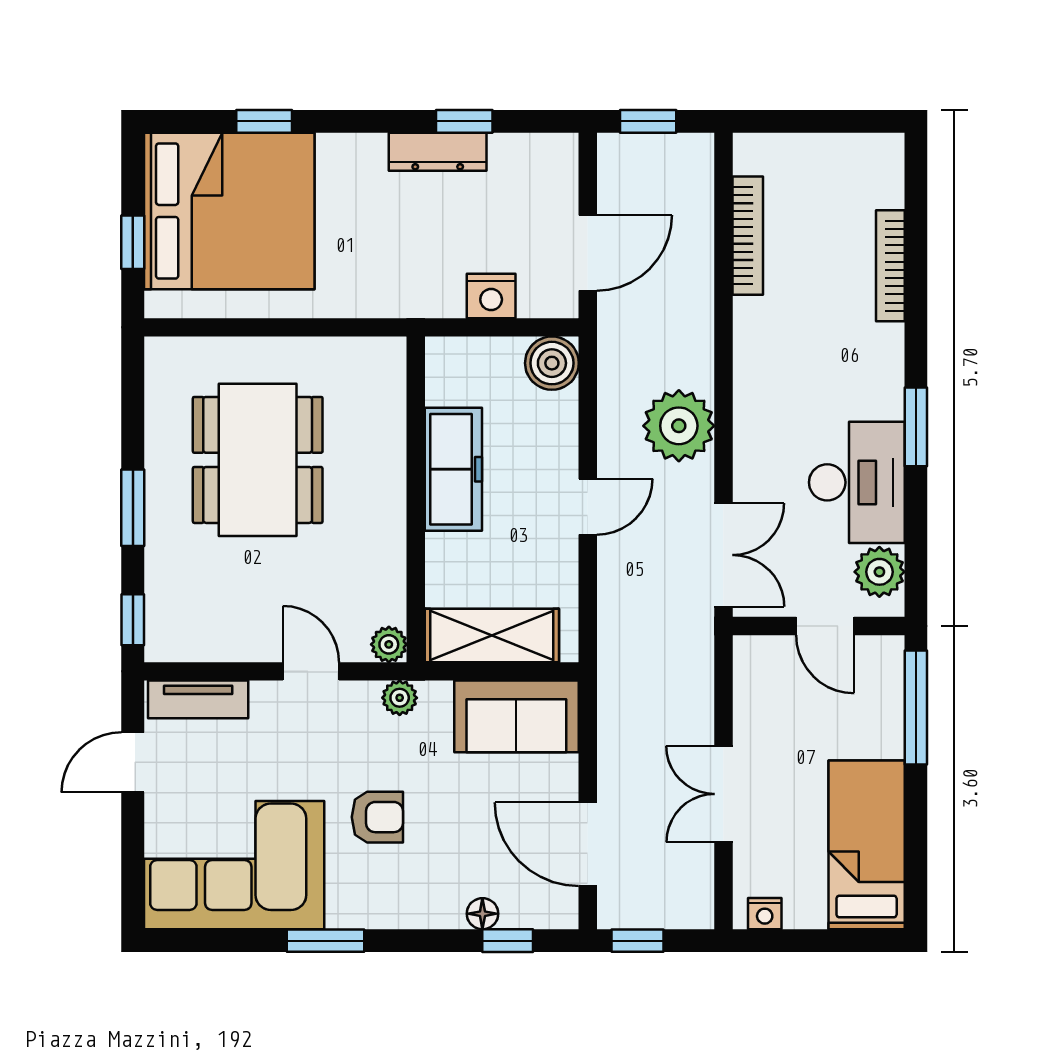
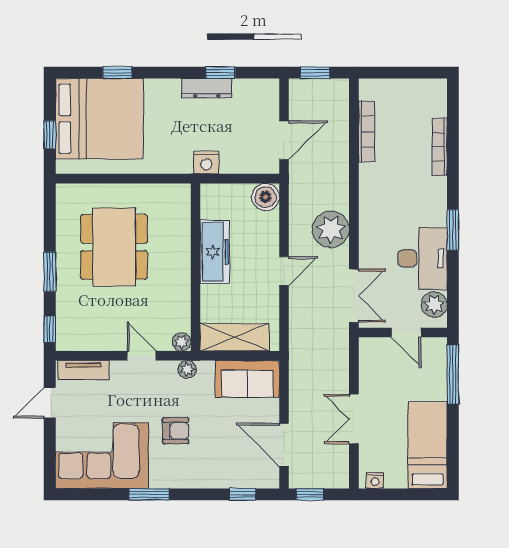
nightstand: (491, 296) -> (206, 163), moved
floor lamp: (482, 914) -> (230, 480), removed

